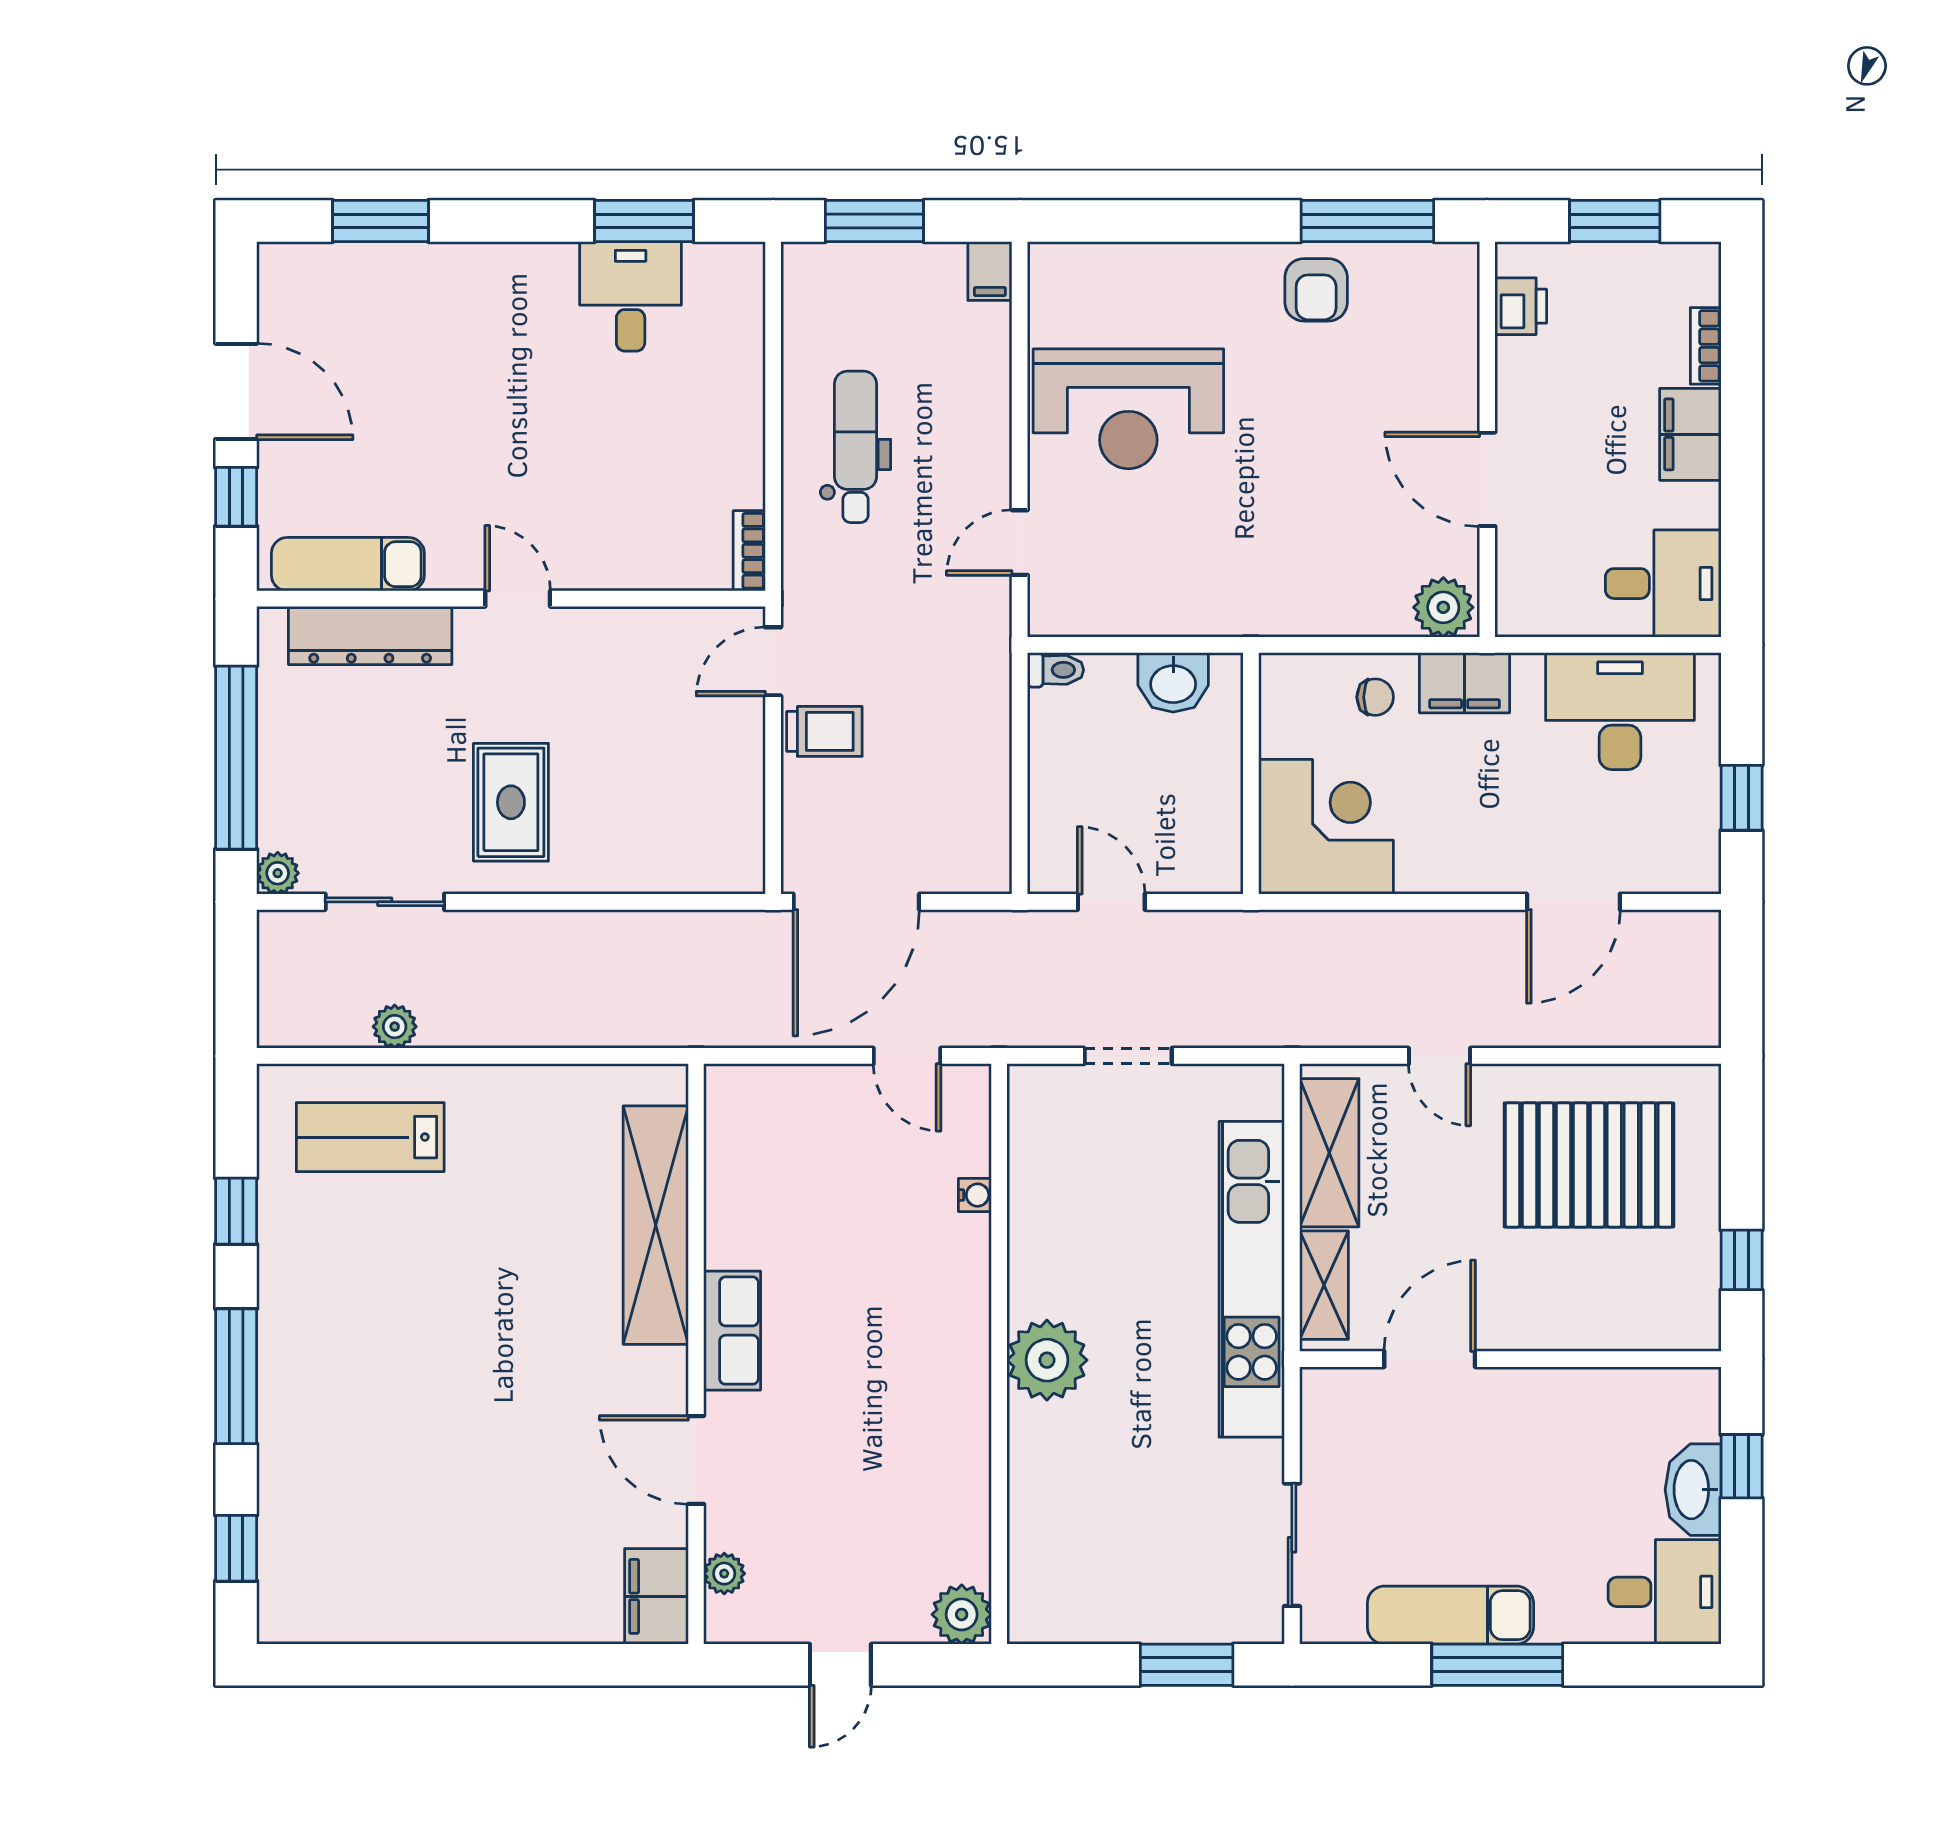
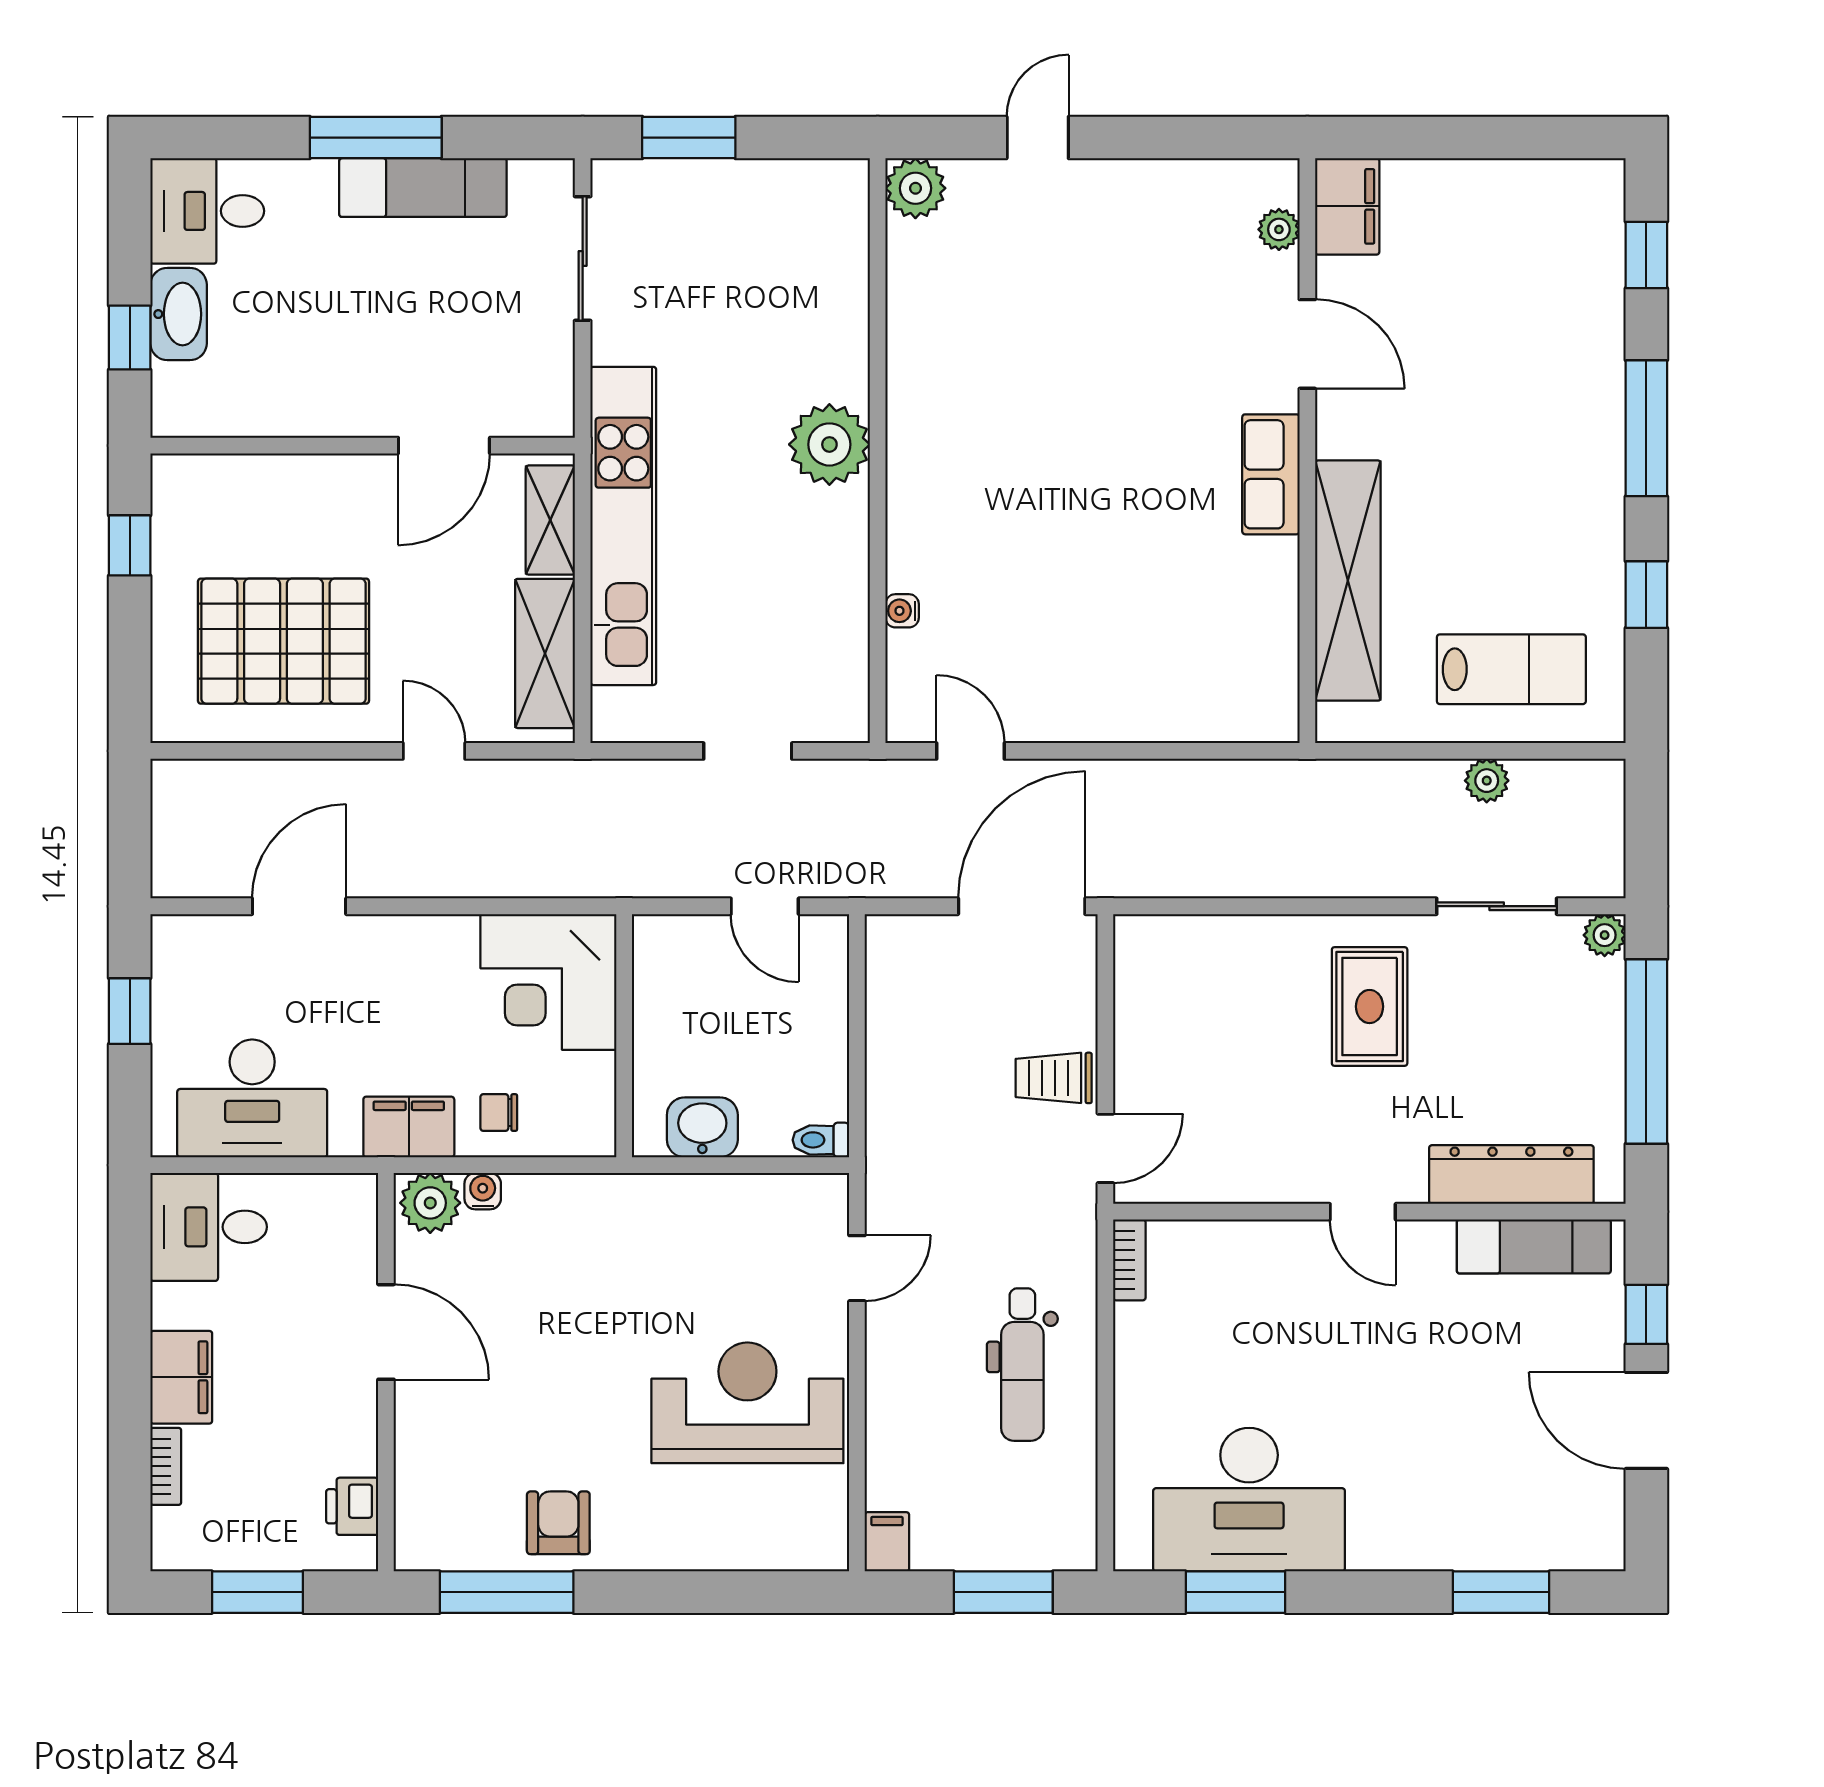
desk: (631, 296) -> (1249, 1500), width x1.87, depth x1.30
water cooler: (1391, 619) -> (483, 1191), added
shelving: (656, 1225) -> (1348, 581), moved
row of seats: (732, 1331) -> (1271, 474), moved
wall: (696, 1354) -> (1307, 451), moved
door: (696, 1460) -> (1307, 344), moved
plant: (724, 1574) -> (1279, 229), moved
filing cabinet: (656, 1596) -> (1347, 206), moved

